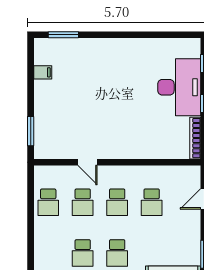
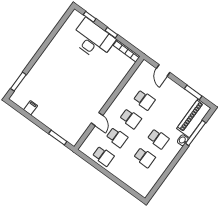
door: (87, 162) -> (97, 119), hinge flipped

